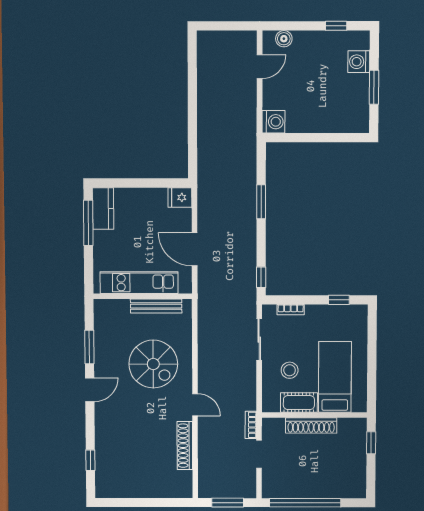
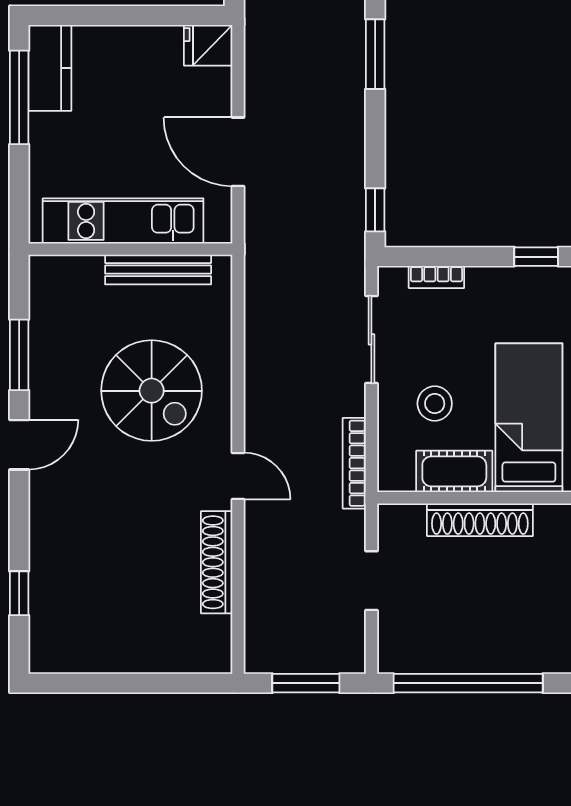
bookcase: (251, 425) -> (354, 463), moved, width x1.56

